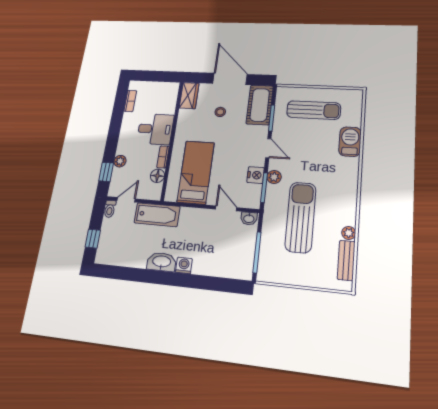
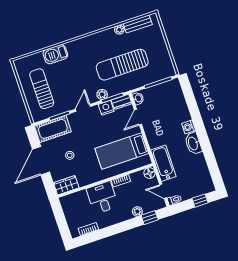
floor lamp: (157, 176) -> (149, 173), moved
dresser: (254, 196) -> (122, 102), added

